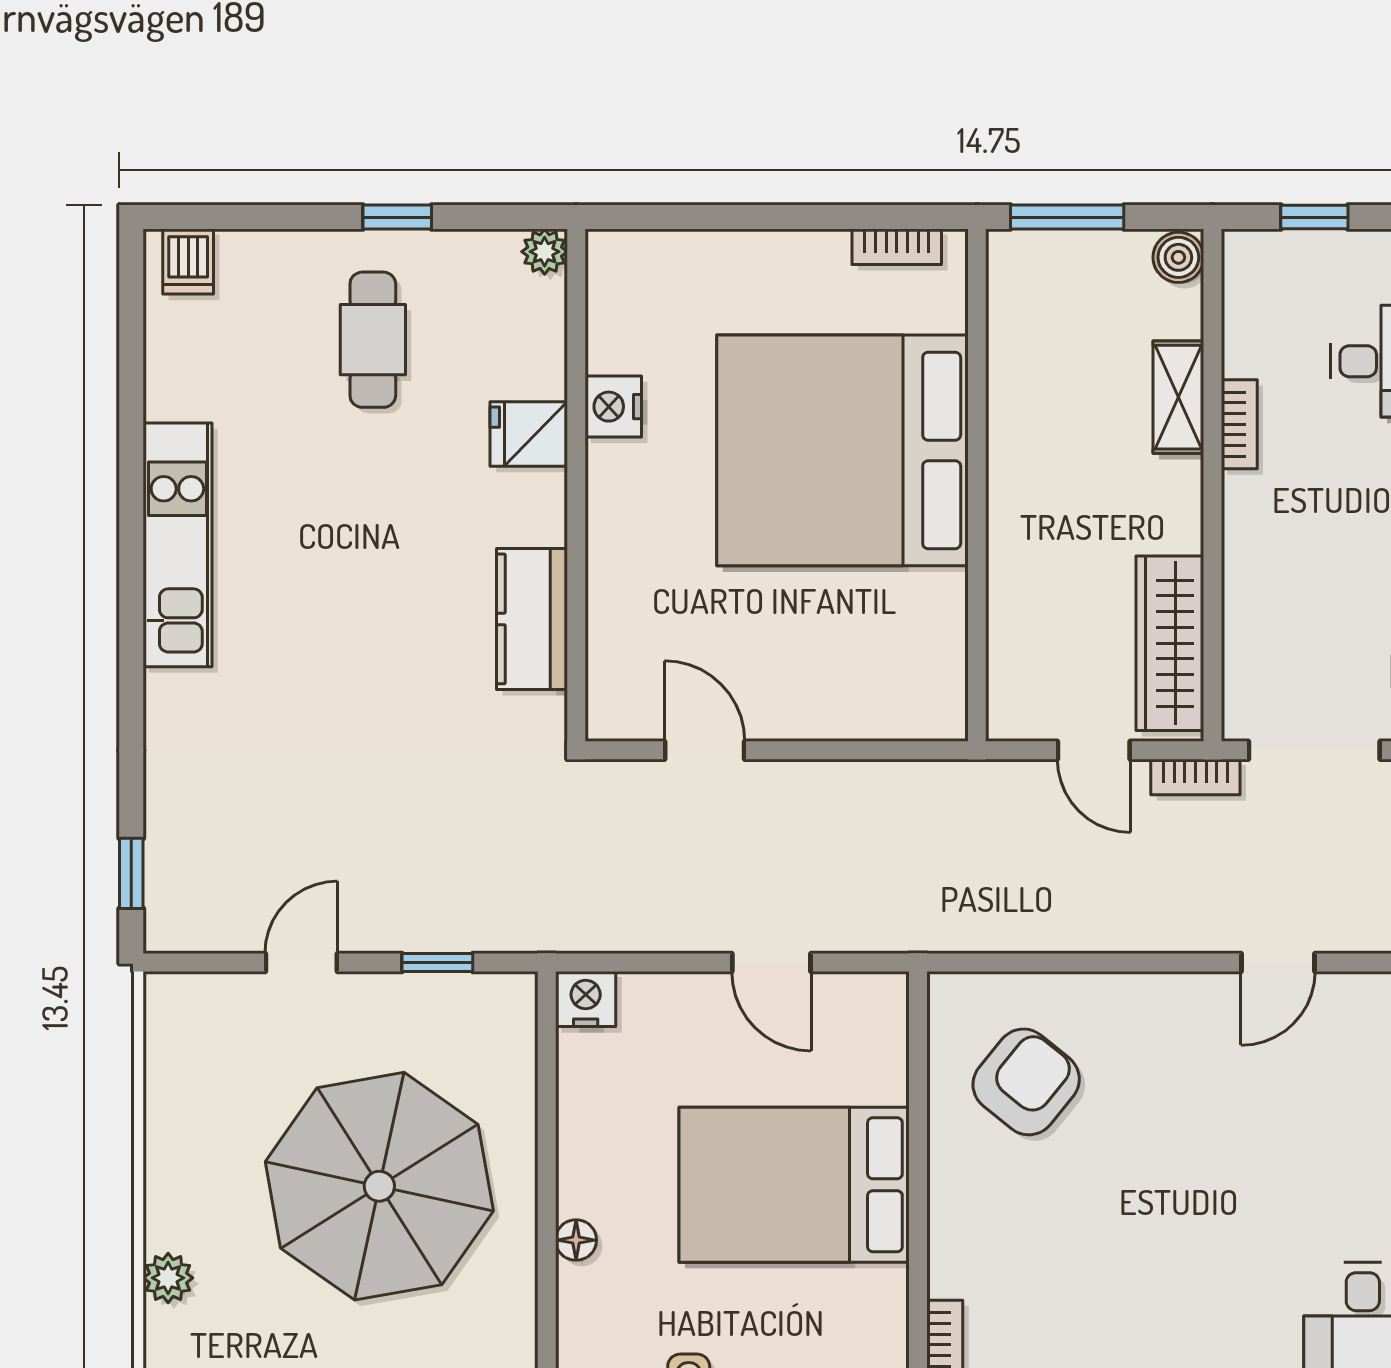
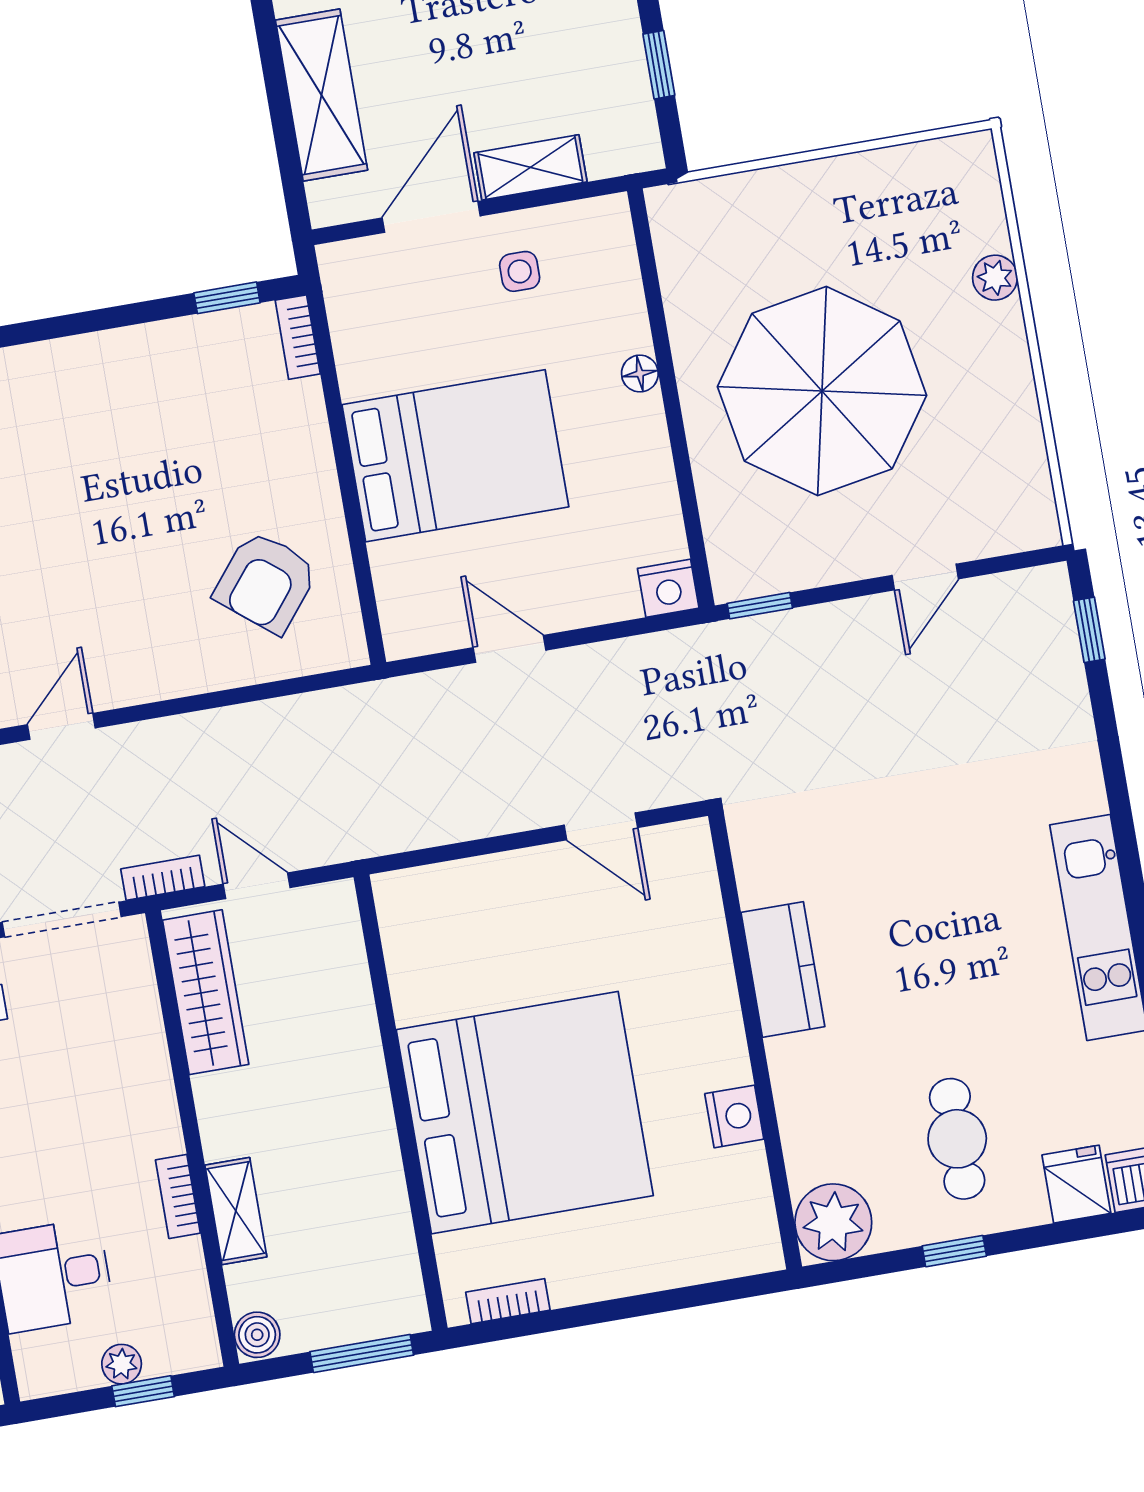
plant: (1333, 251) -> (122, 1364), added
plant: (545, 252) -> (833, 1222), width x1.88, depth x1.88
fridge: (529, 434) -> (1076, 1184), moved, turned -90
kitchen counter: (532, 619) -> (783, 969), moved
window: (437, 962) -> (760, 606), moved

